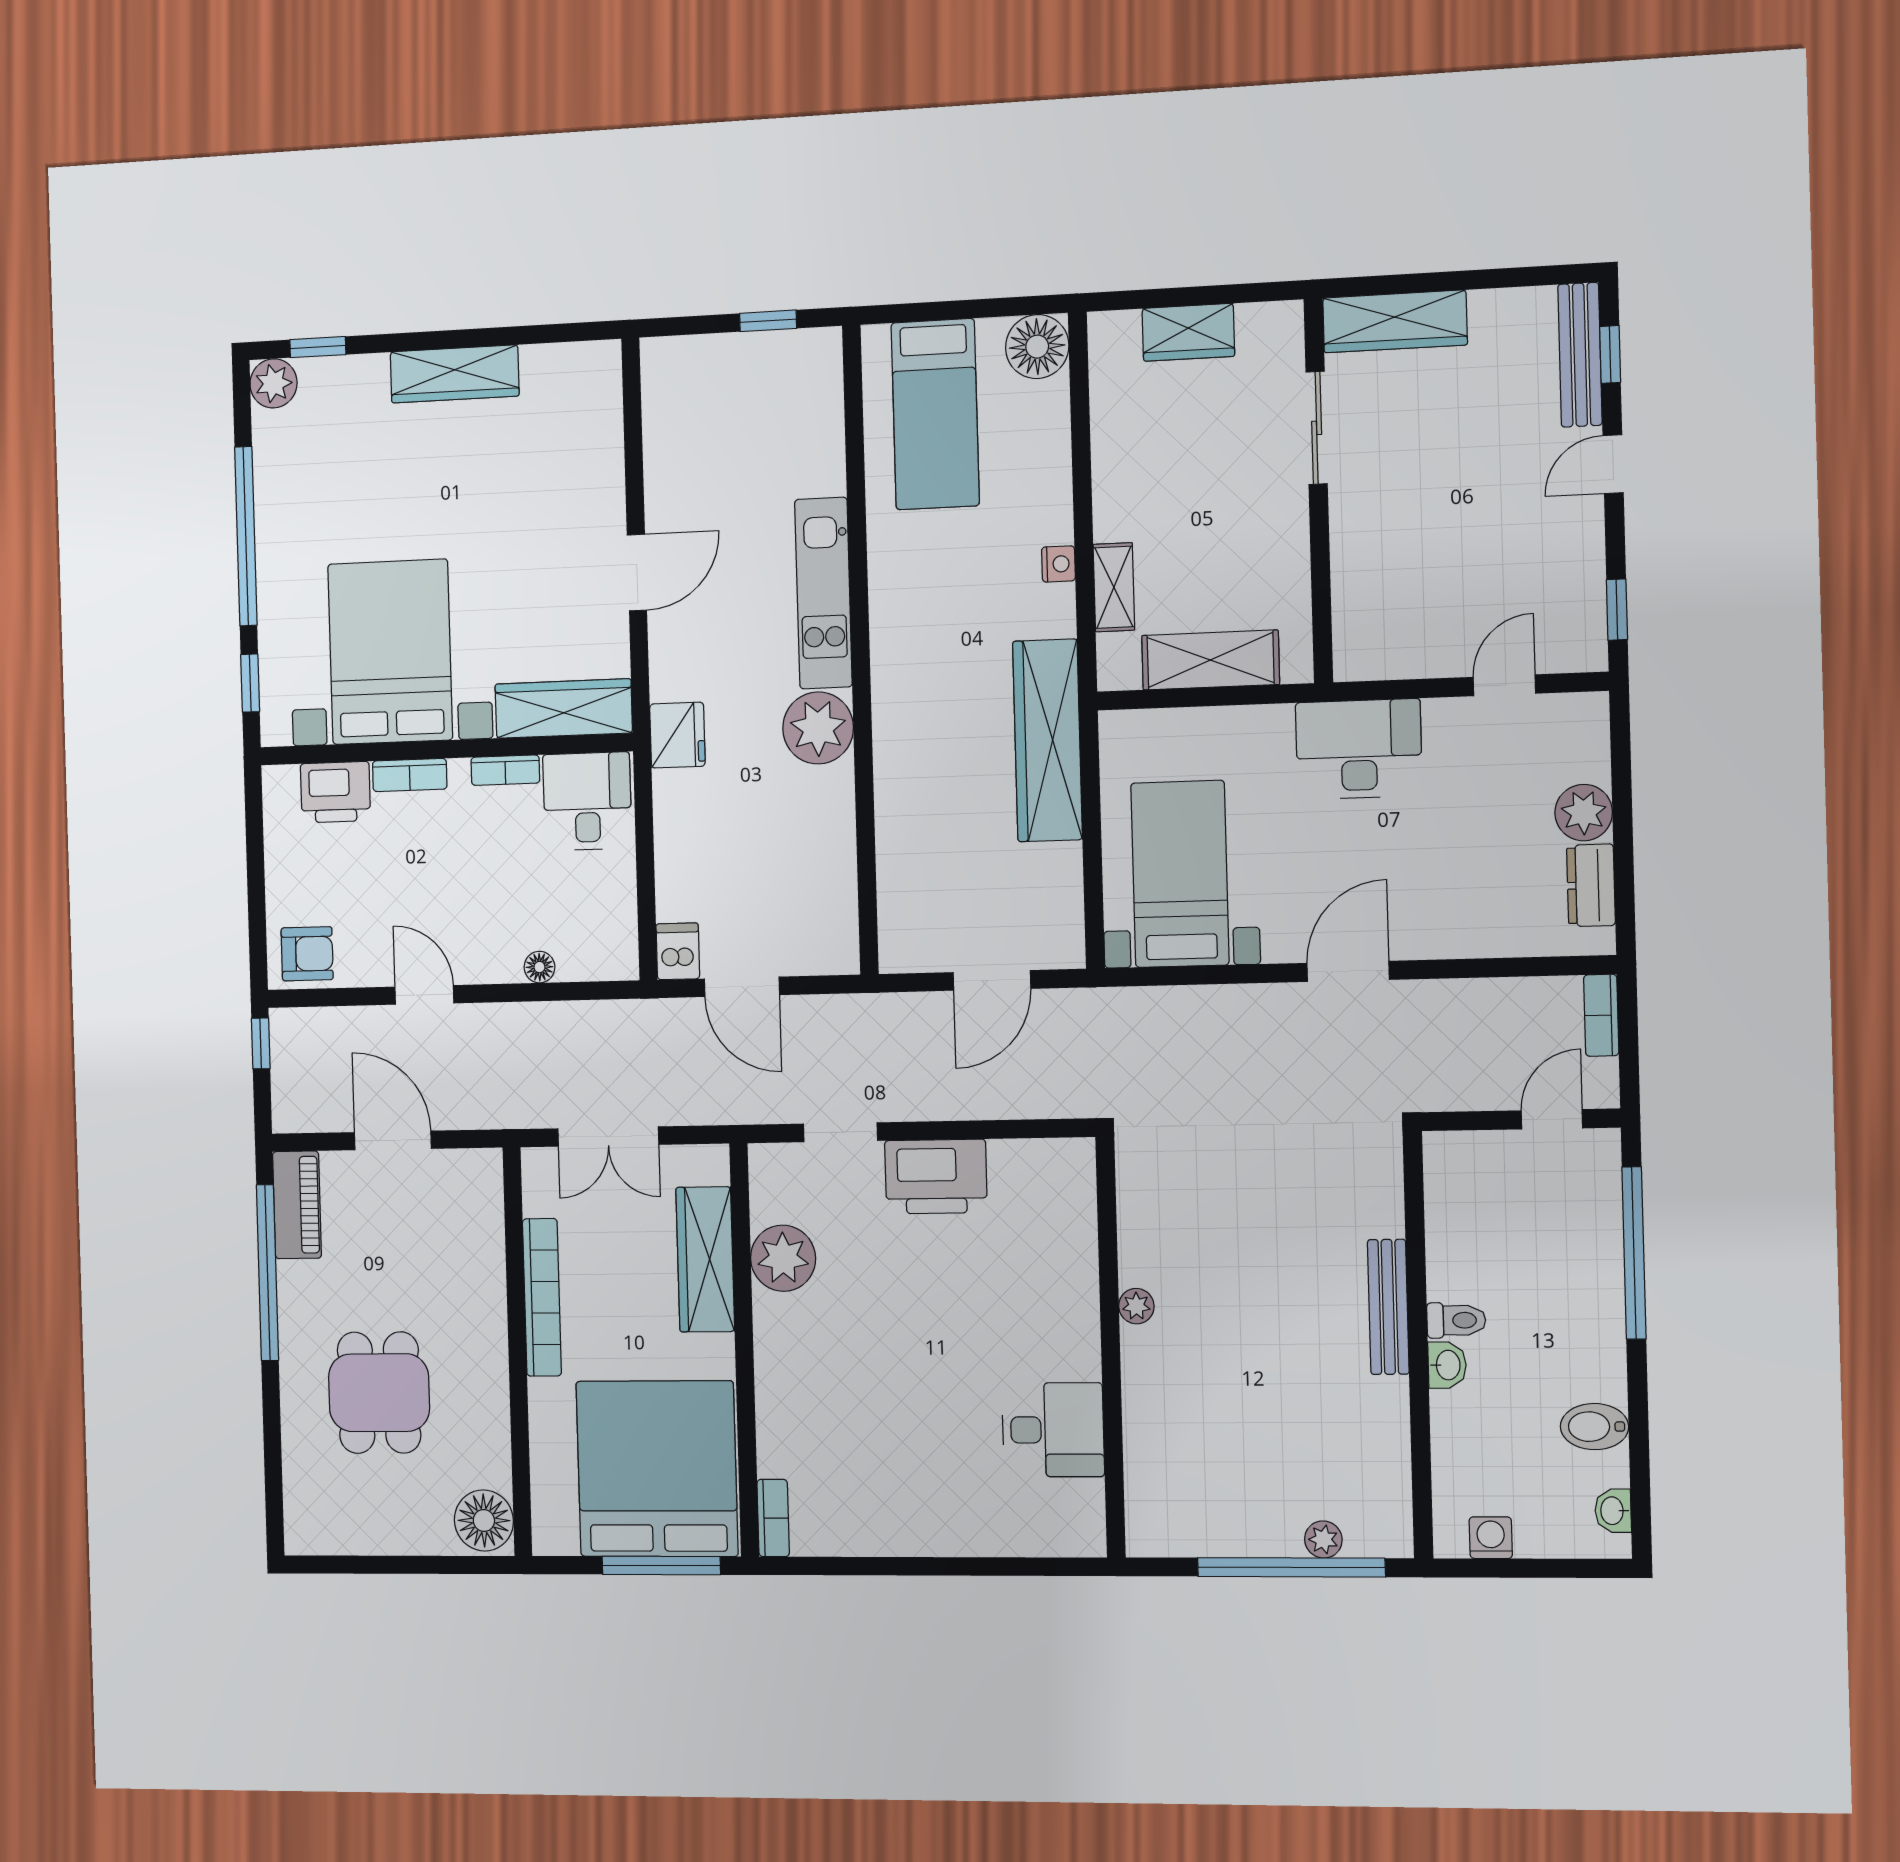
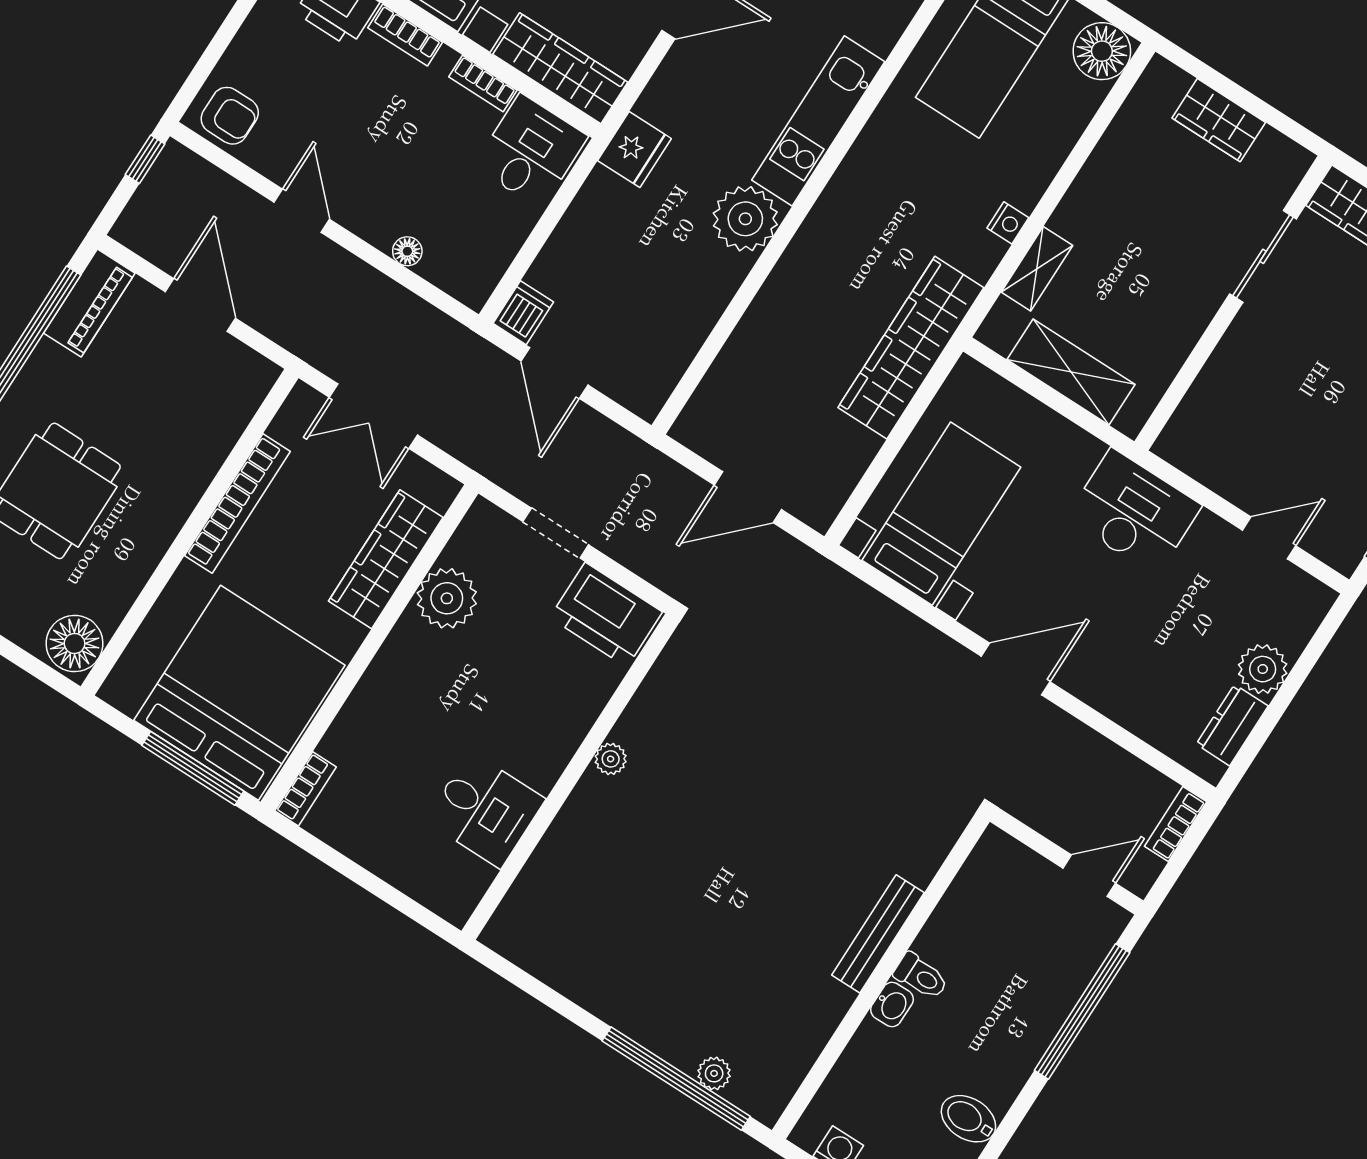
plant: (1136, 1306) -> (611, 759), moved
wall: (1111, 1347) -> (570, 777), moved
desk: (1053, 1430) -> (485, 810), moved

